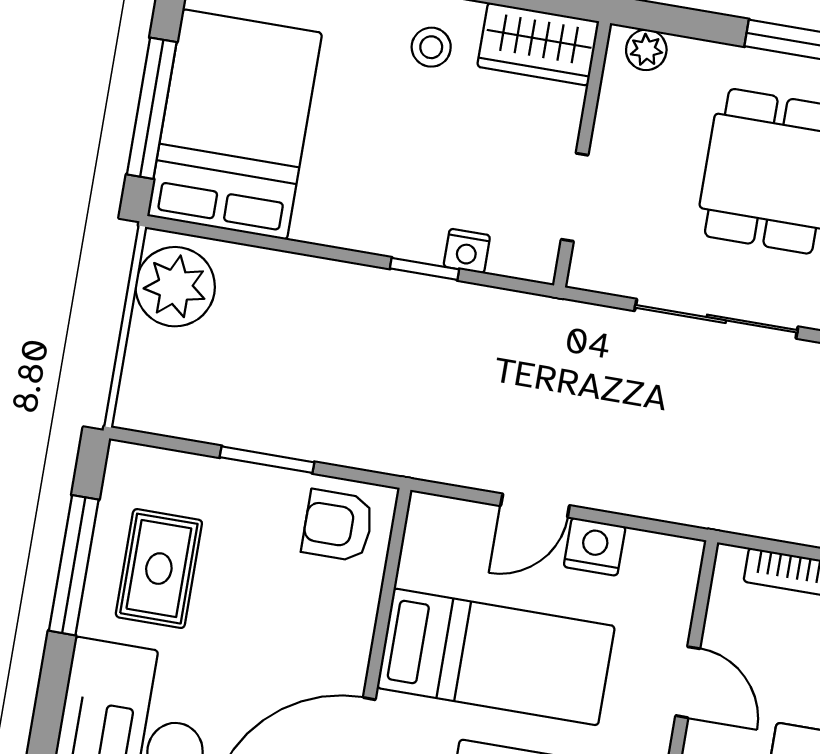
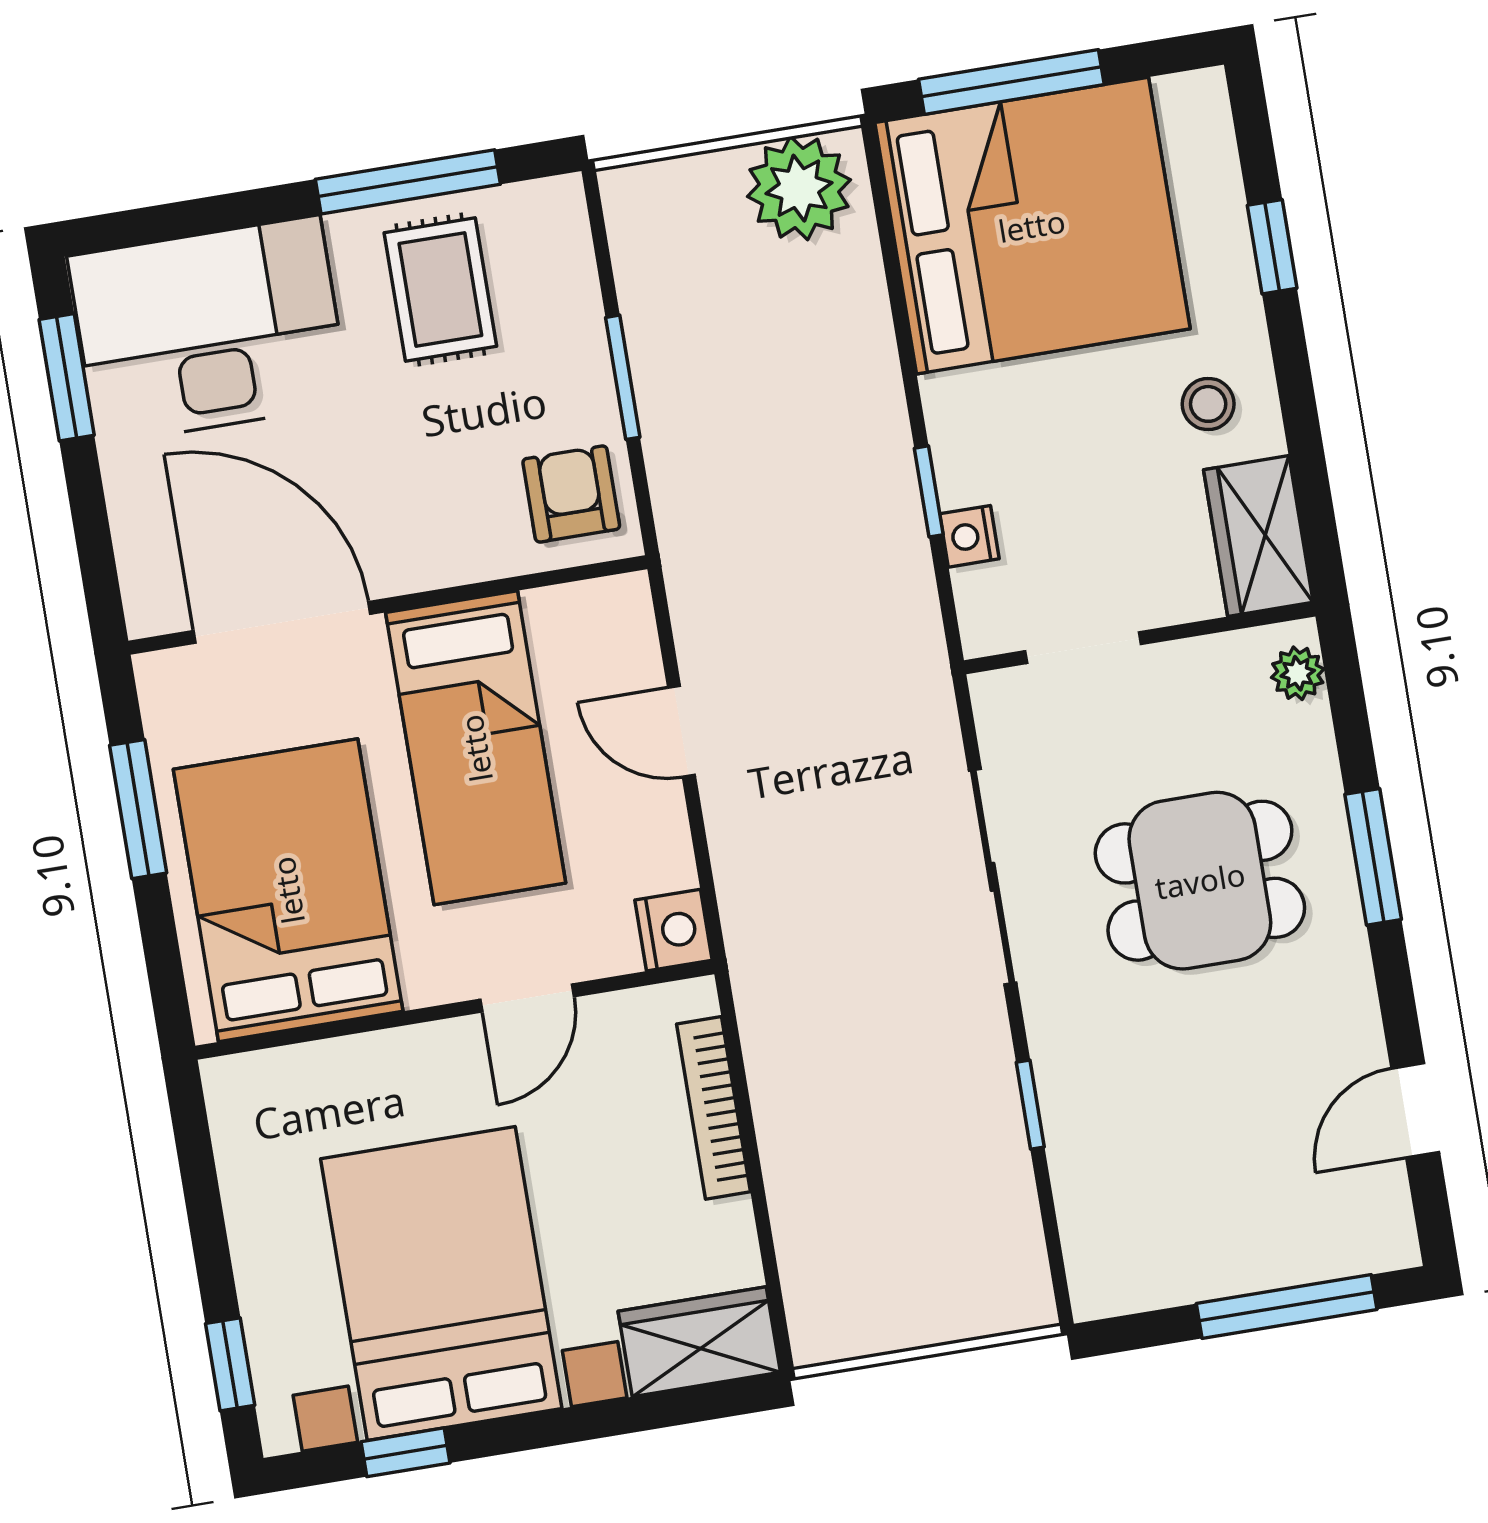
bed: (235, 124) -> (1032, 226), width x1.36
nightstand: (595, 547) -> (674, 930), moved
rug: (159, 569) -> (440, 290), turned 90

